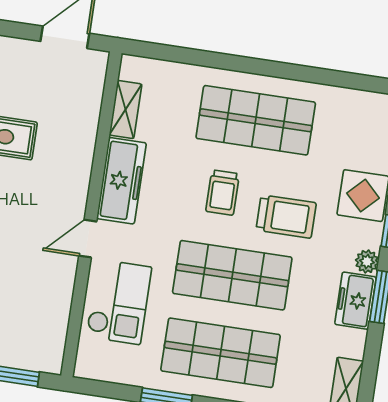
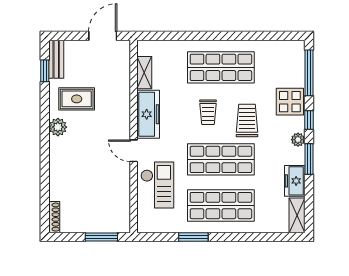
trolley: (286, 216) -> (247, 121), turned -90
door: (88, 239) -> (134, 151), hinge flipped
freezer: (355, 301) -> (295, 181), moved

